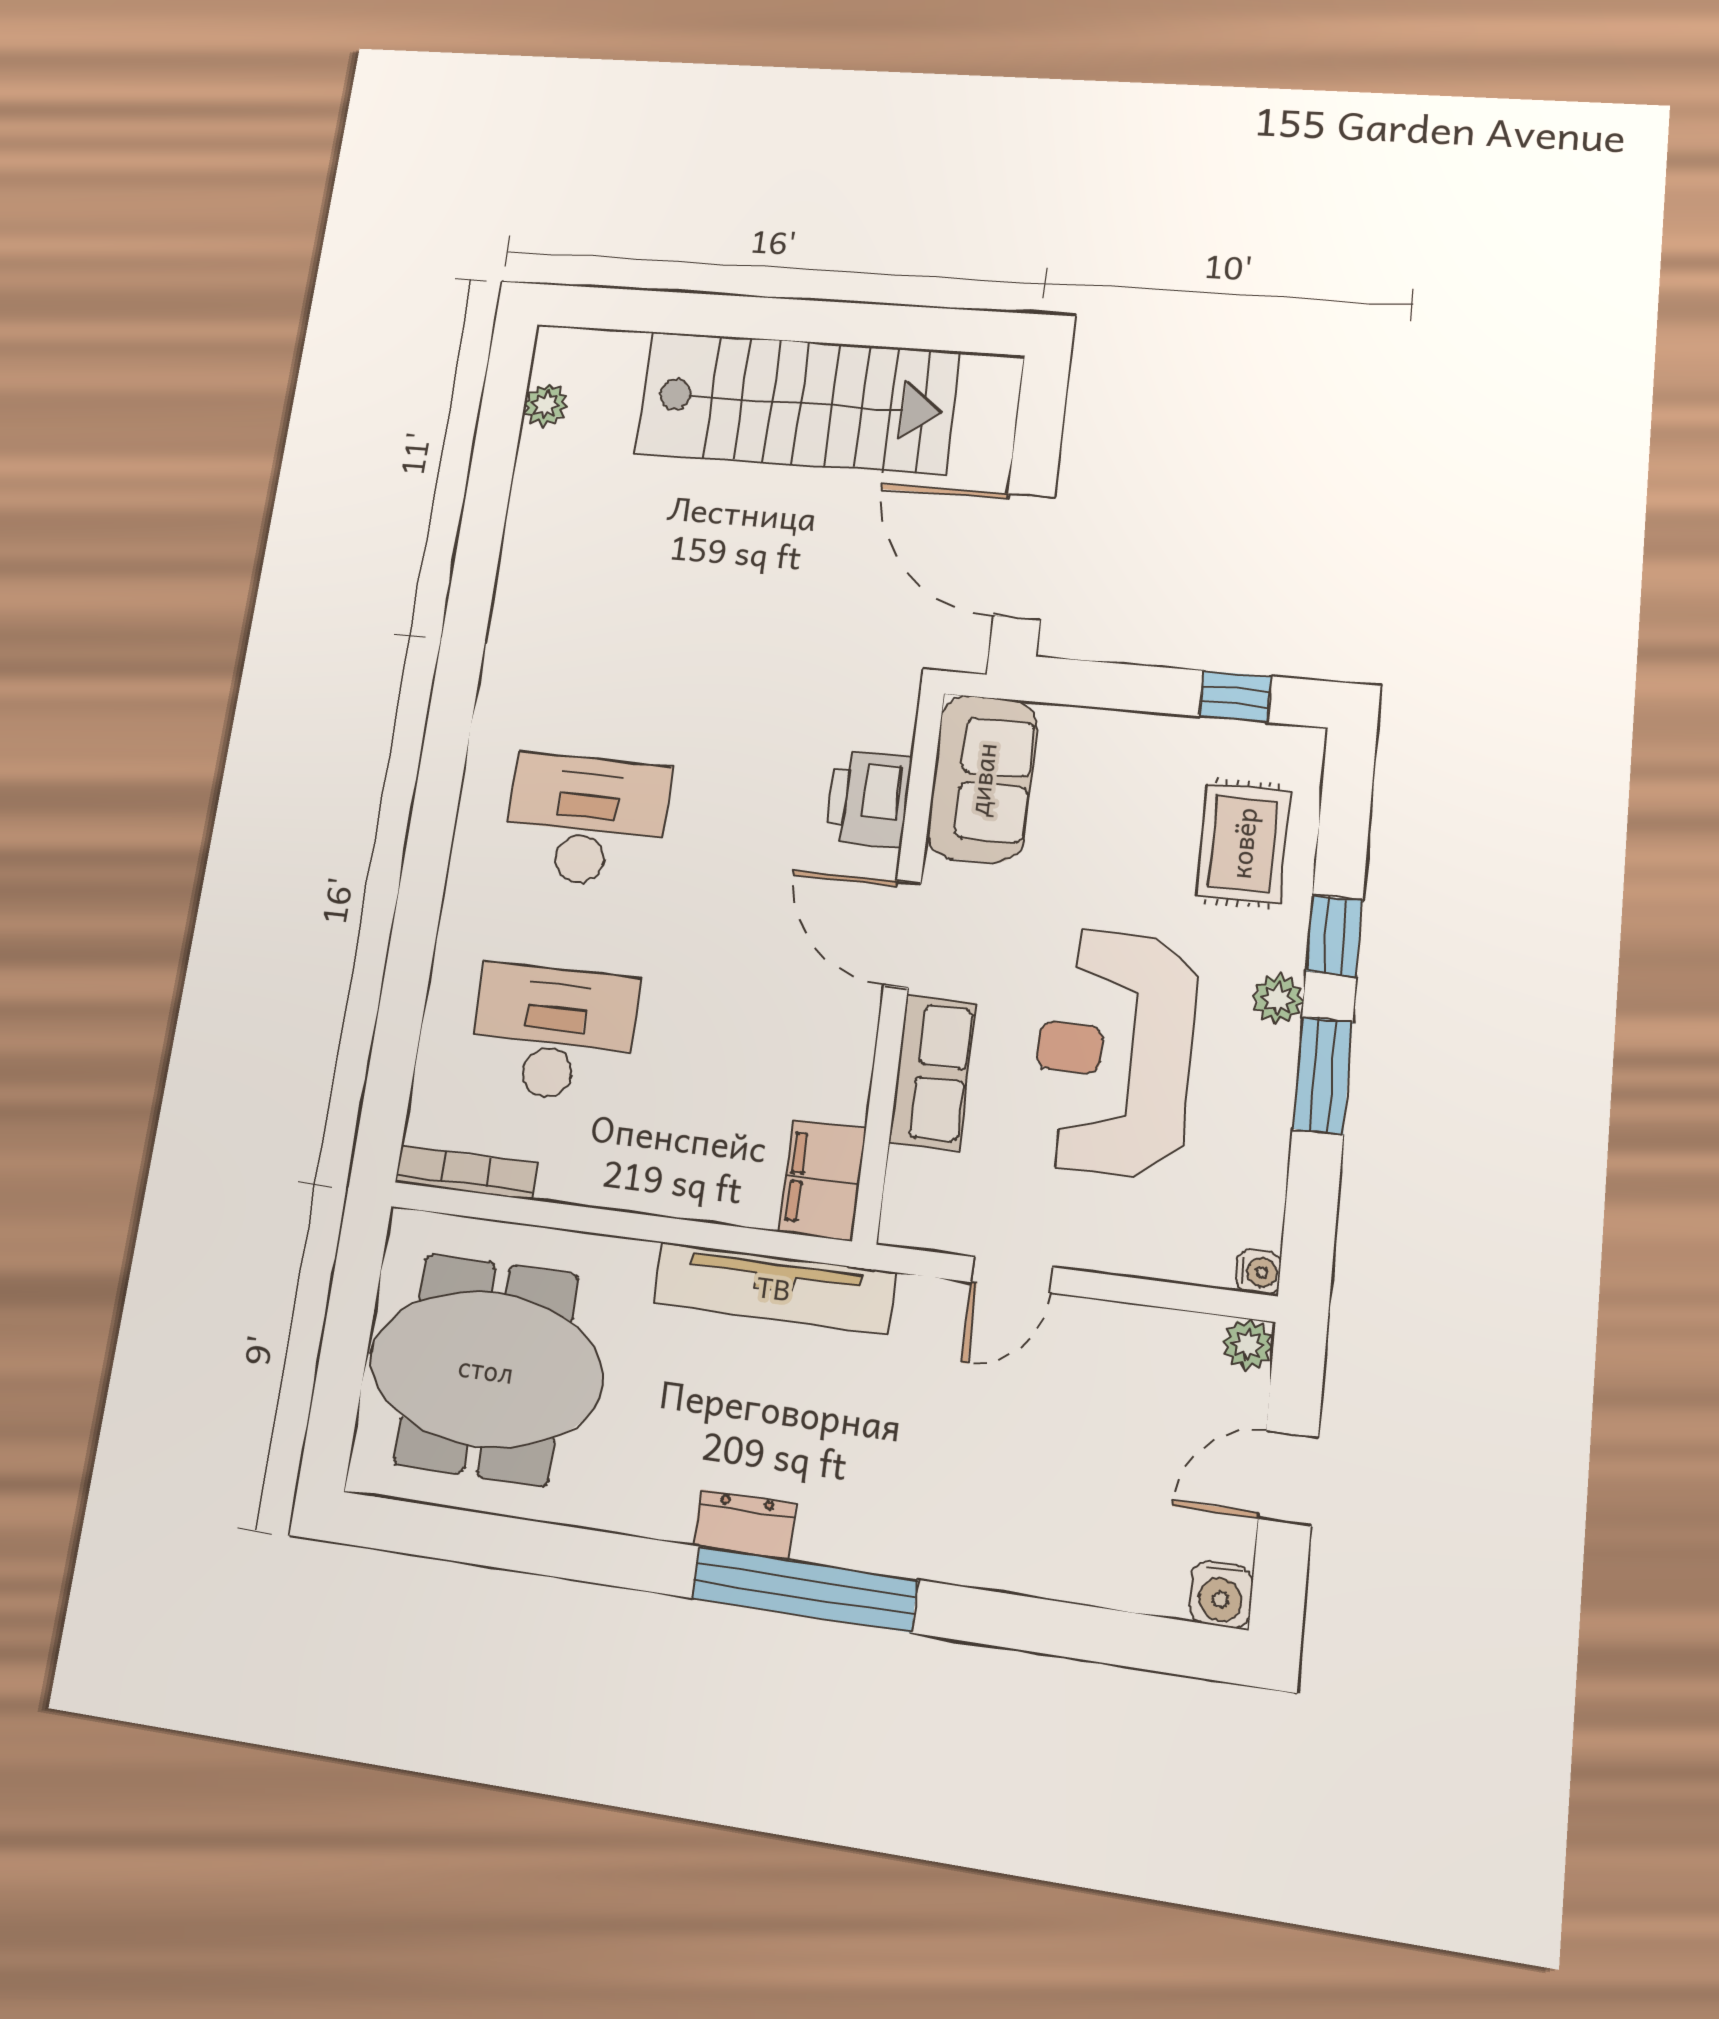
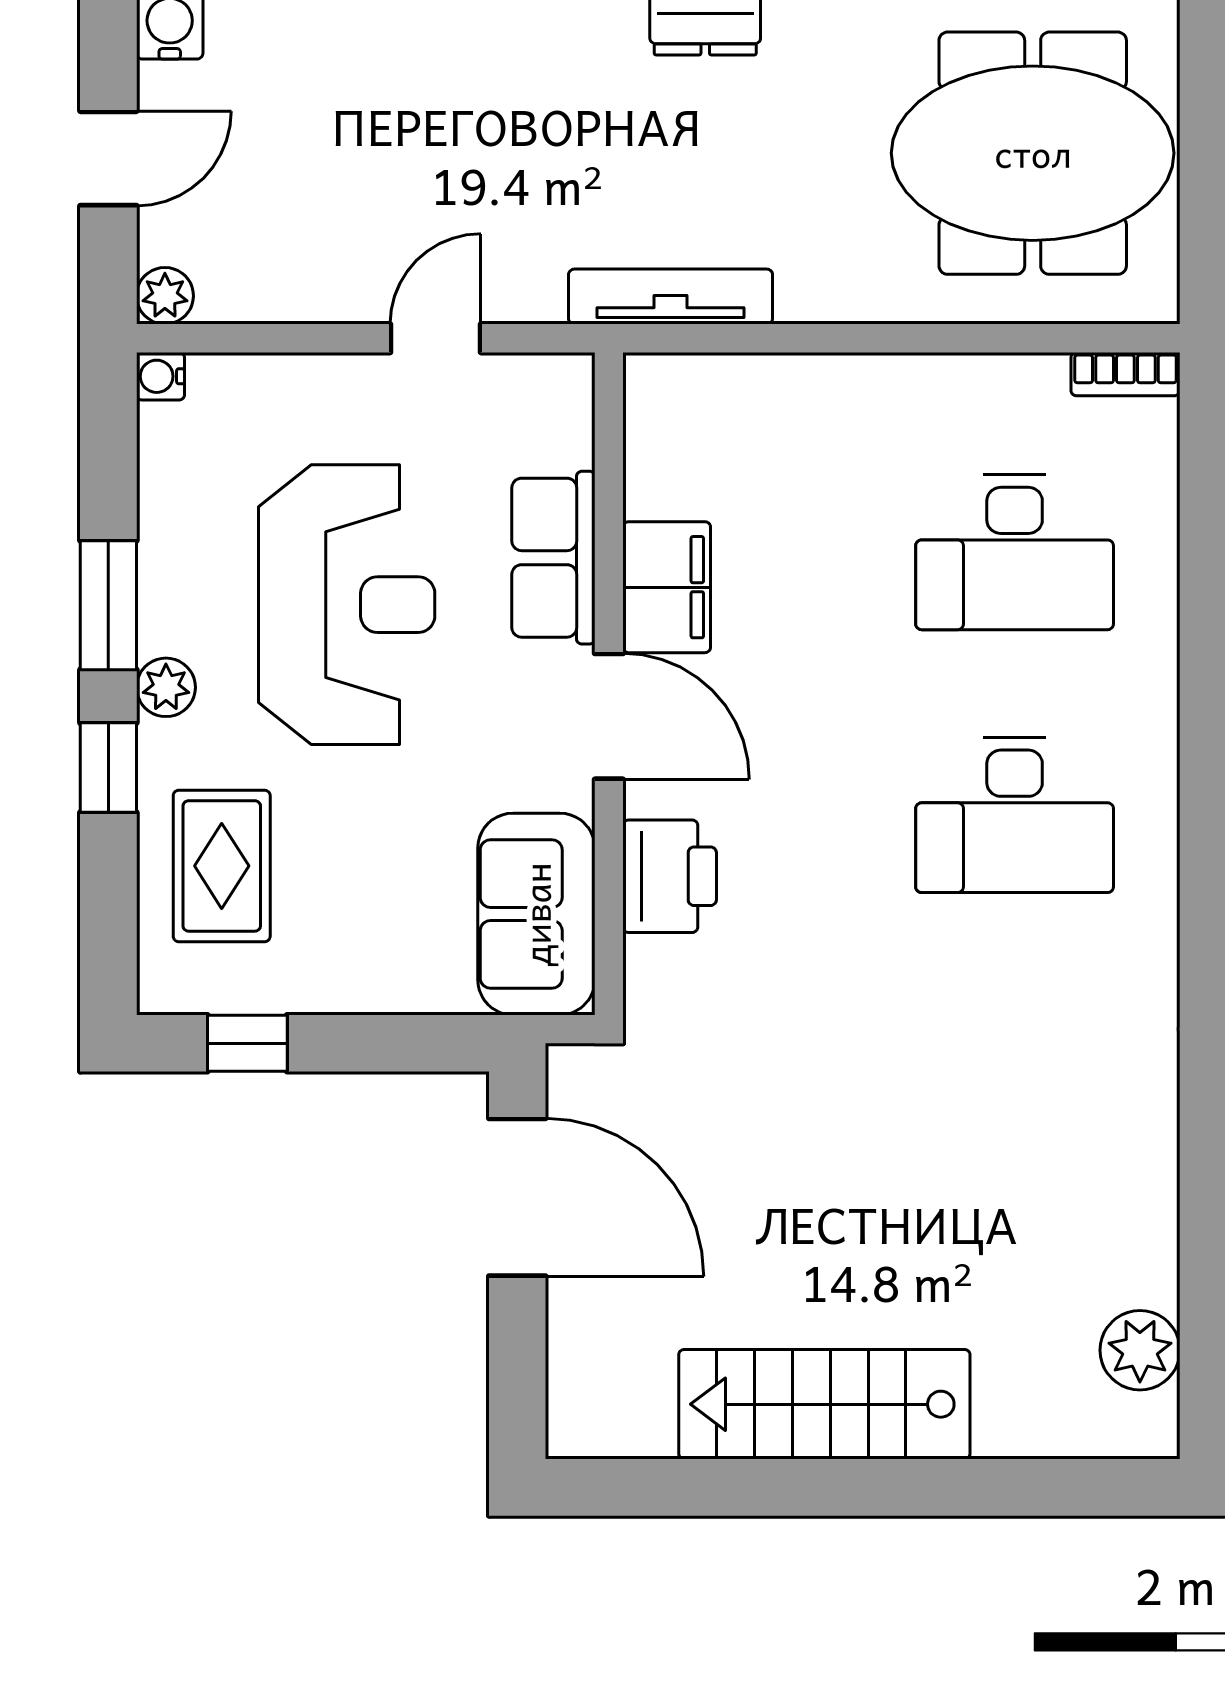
stairs: (798, 403) -> (824, 1404), width x0.73, depth x0.66
plant: (546, 405) -> (1140, 1350), width x1.38, depth x1.38
bookcase: (466, 1173) -> (1125, 374), width x0.64
filing cabinet: (822, 1180) -> (667, 587), moved
tv unit: (774, 1288) -> (671, 297), width x0.73, depth x0.78

